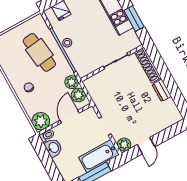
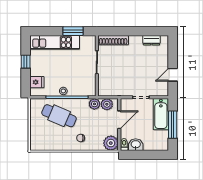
cafe table: (39, 52) -> (59, 116), turned 30
dresser: (162, 90) -> (151, 40), moved
door: (70, 117) -> (119, 120), swing flipped
plant: (124, 145) -> (163, 91), removed
door: (146, 146) -> (173, 75), swing flipped

